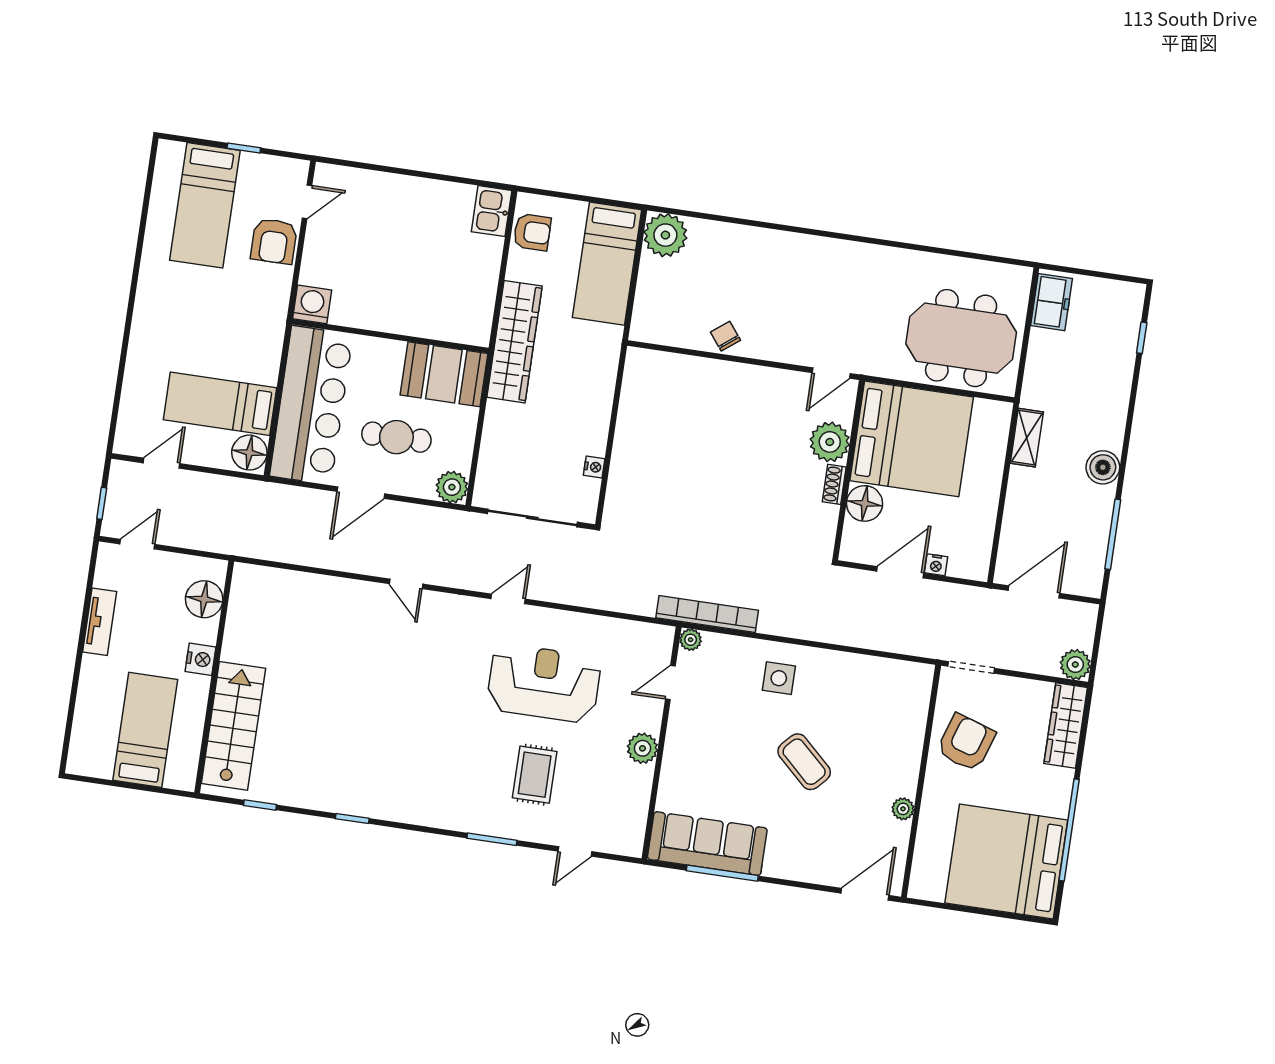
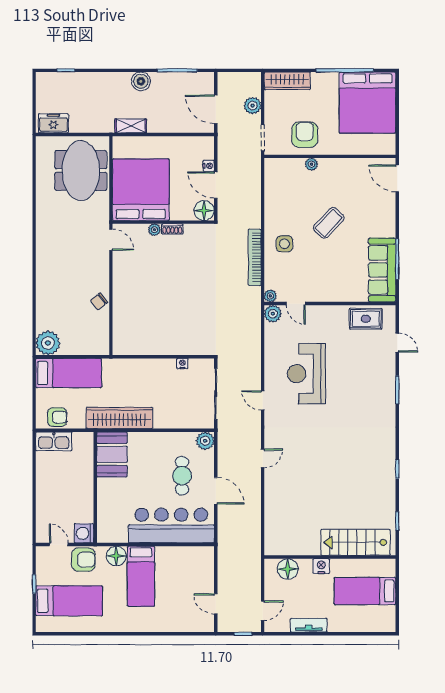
kitchen sink: (492, 211) -> (54, 441), width x1.38
armchair: (532, 232) -> (57, 417), turned 90
washing machine: (312, 304) -> (84, 533), moved
wall: (390, 336) -> (95, 487), moved
booth: (444, 374) -> (112, 454), moved
bed: (220, 404) -> (141, 576), moved
plant: (830, 442) -> (154, 230), width x0.53, depth x0.53
floor lamp: (249, 453) -> (116, 556), moved
floor lamp: (865, 503) -> (204, 211), moved
door: (137, 544) -> (263, 611), swing flipped
bookcase: (707, 614) -> (255, 257), moved
plant: (1075, 665) -> (253, 106), moved
armchair: (966, 742) -> (305, 135), turned 72
plant: (642, 748) -> (273, 314), moved
rug: (535, 775) -> (366, 319), moved
plant: (903, 809) -> (311, 164), moved

